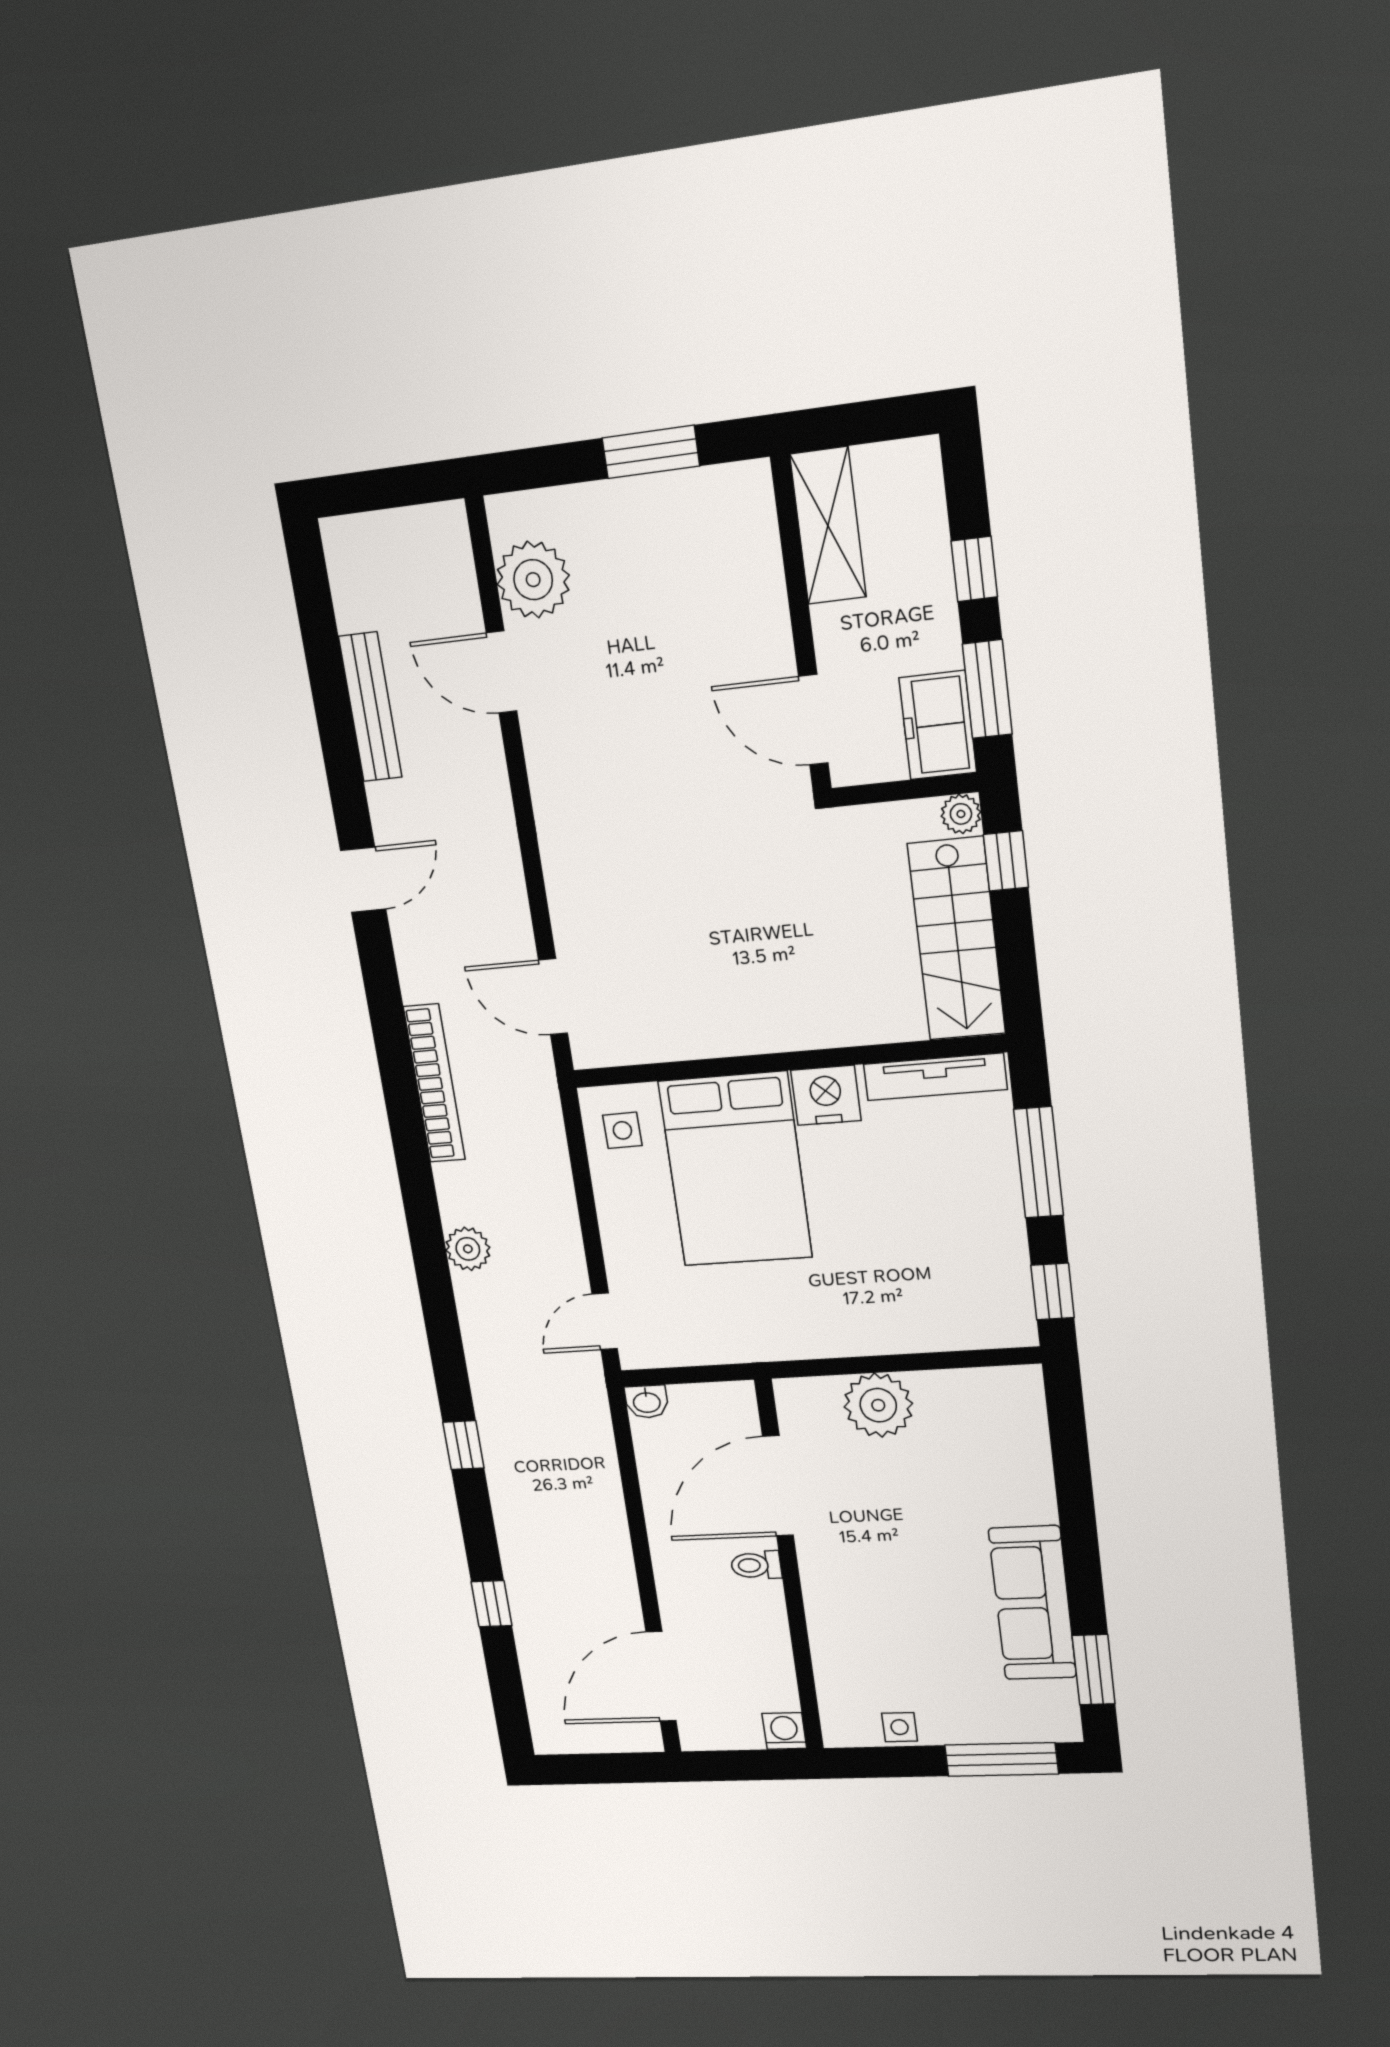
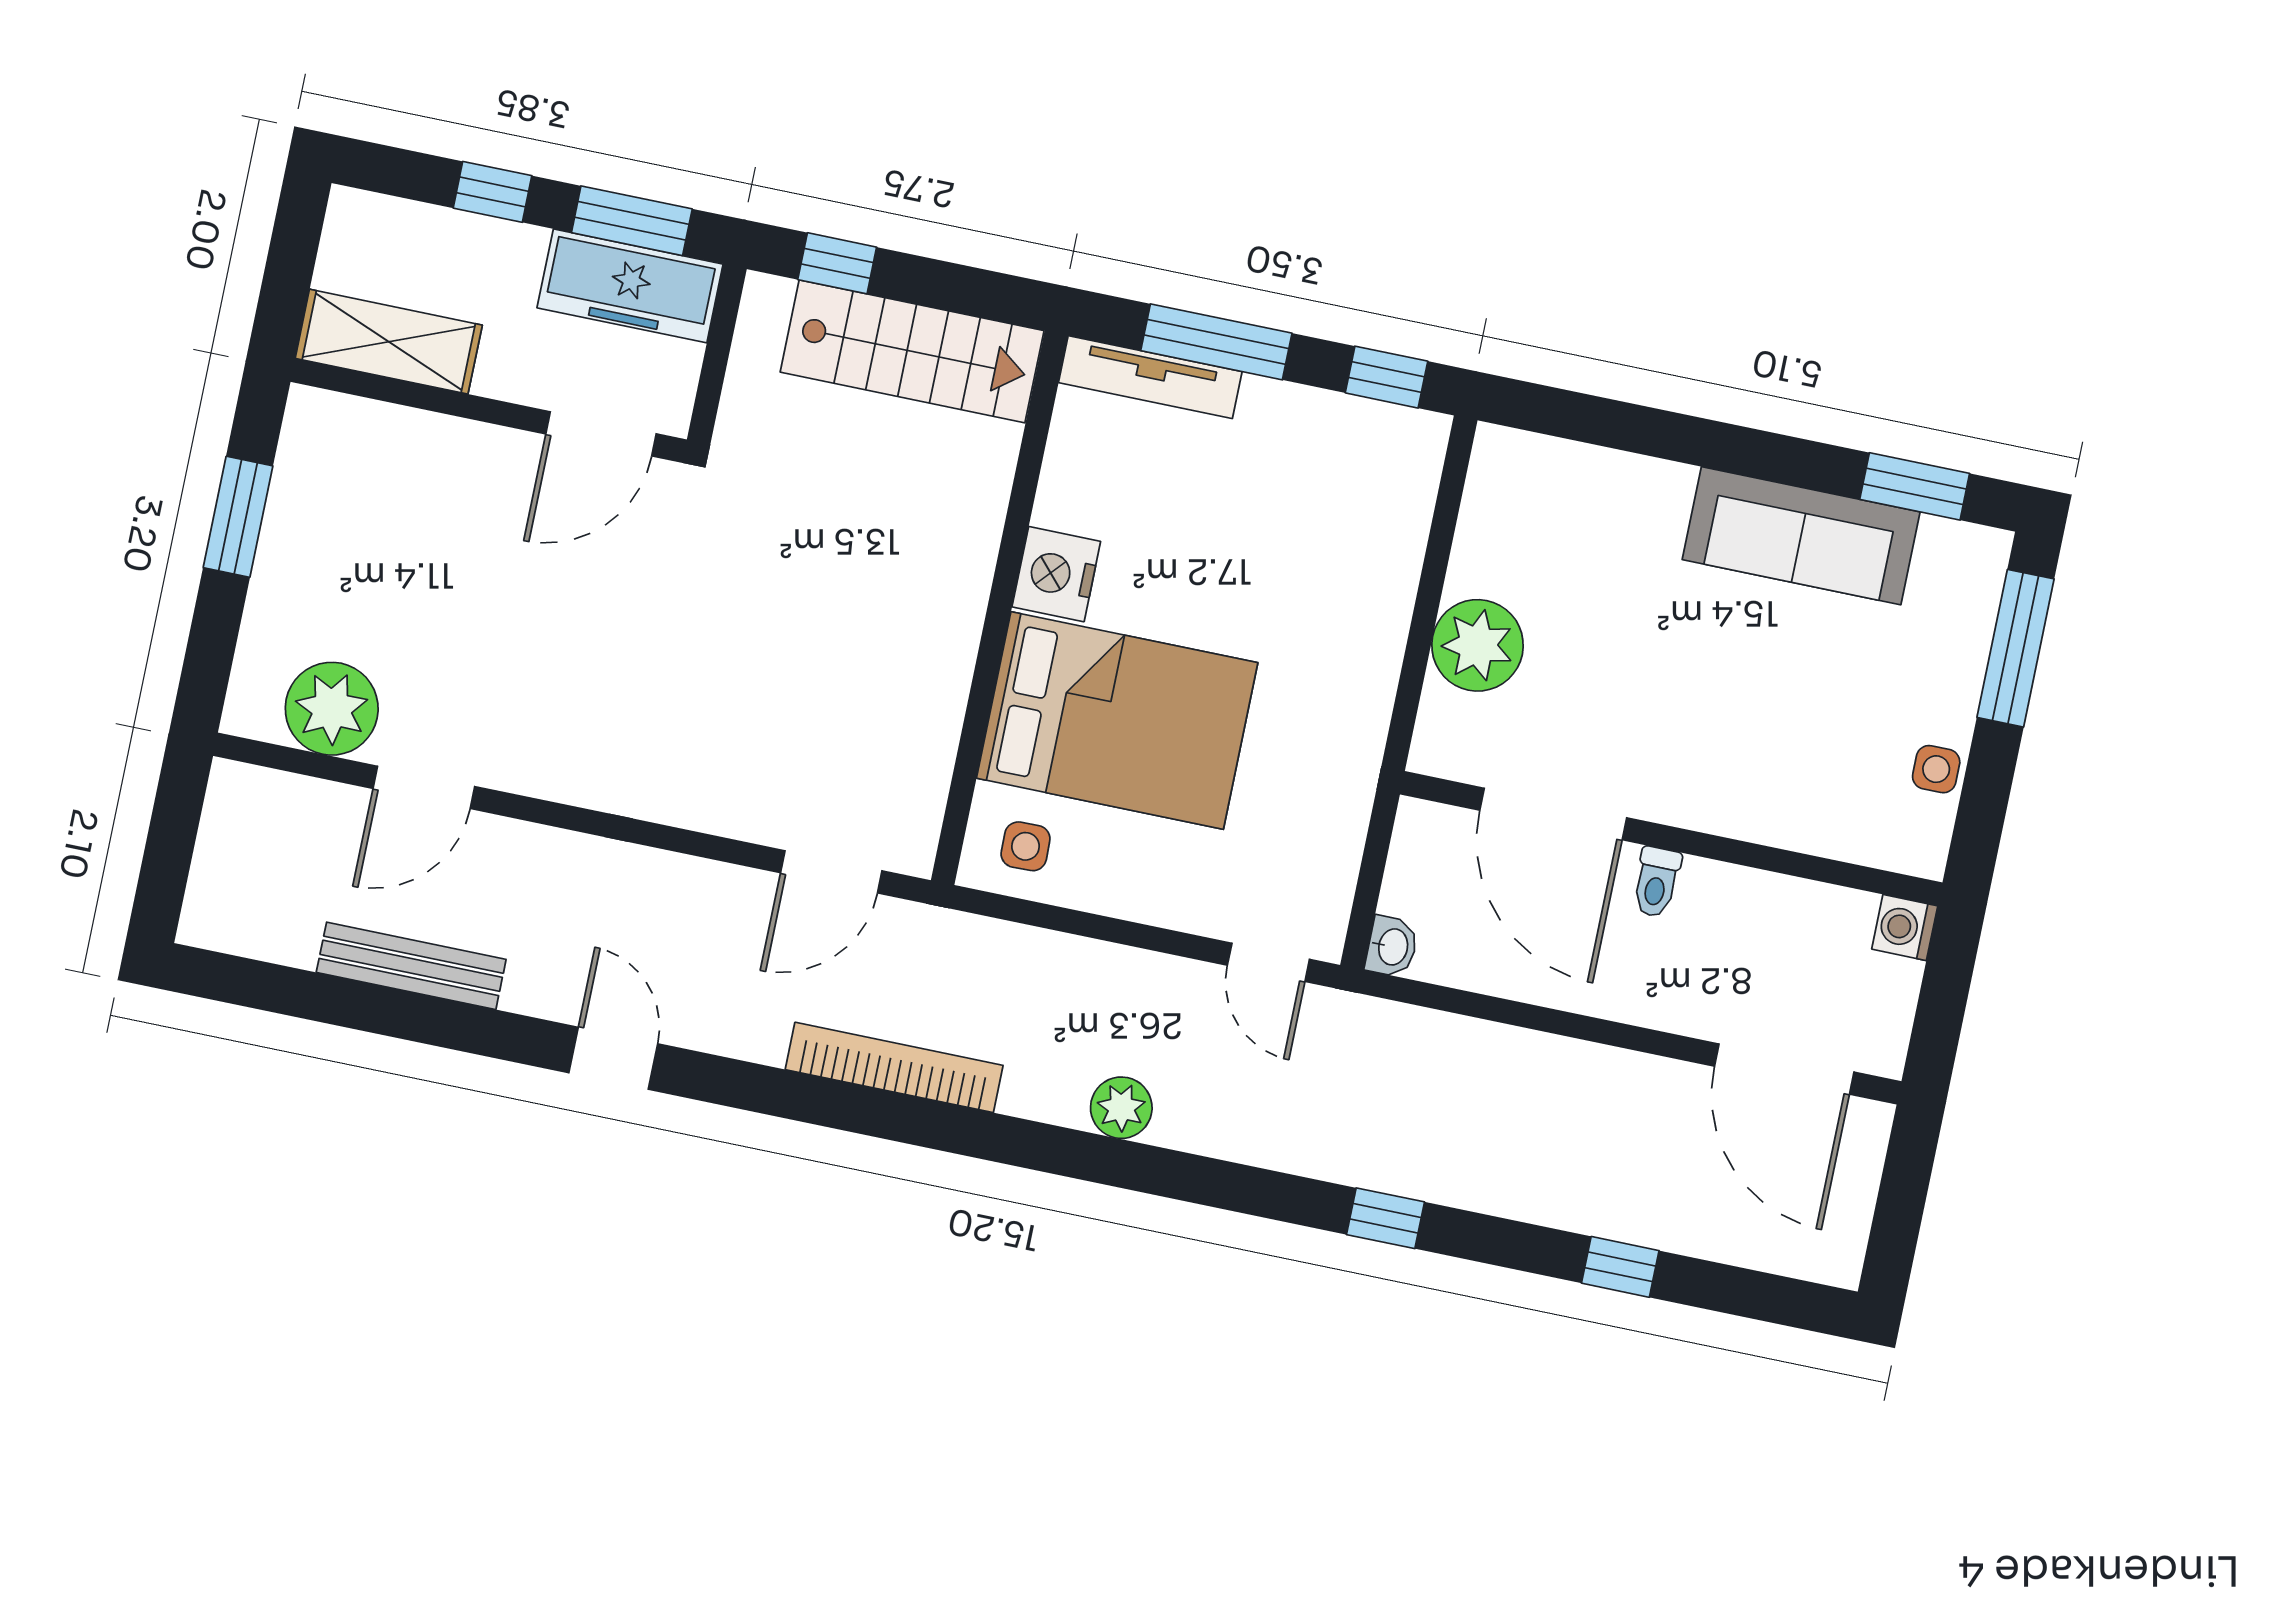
freezer: (938, 725) -> (630, 286), width x1.40
plant: (961, 814) -> (766, 298), removed
tv unit: (935, 1077) -> (1150, 377), moved, turned 90

